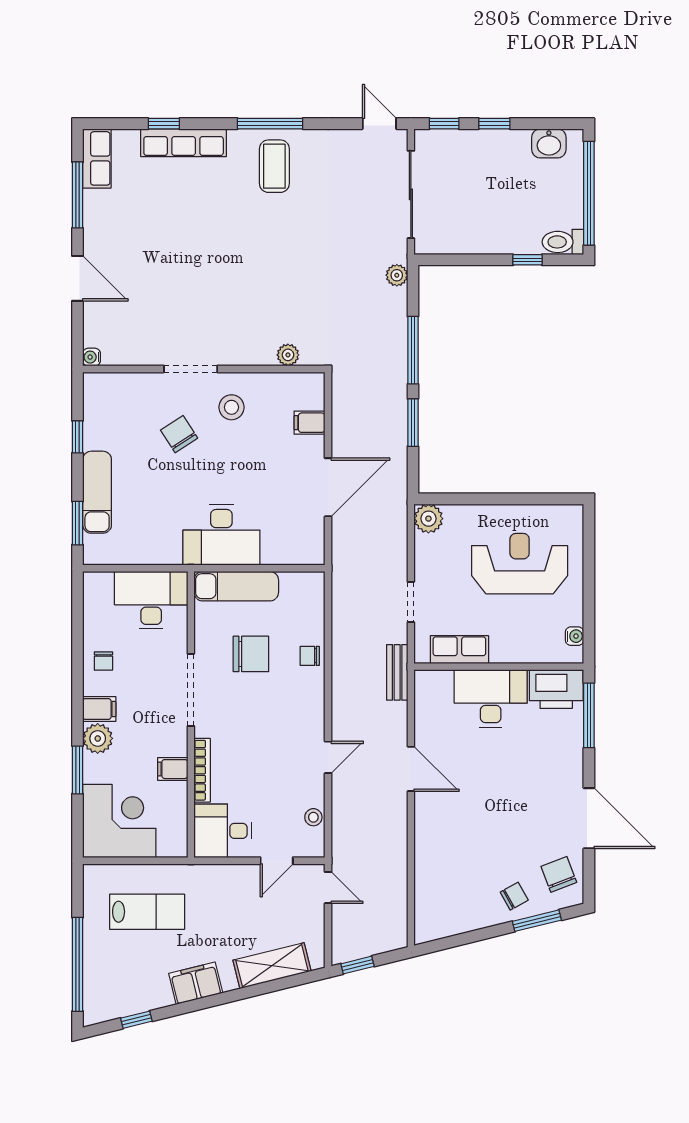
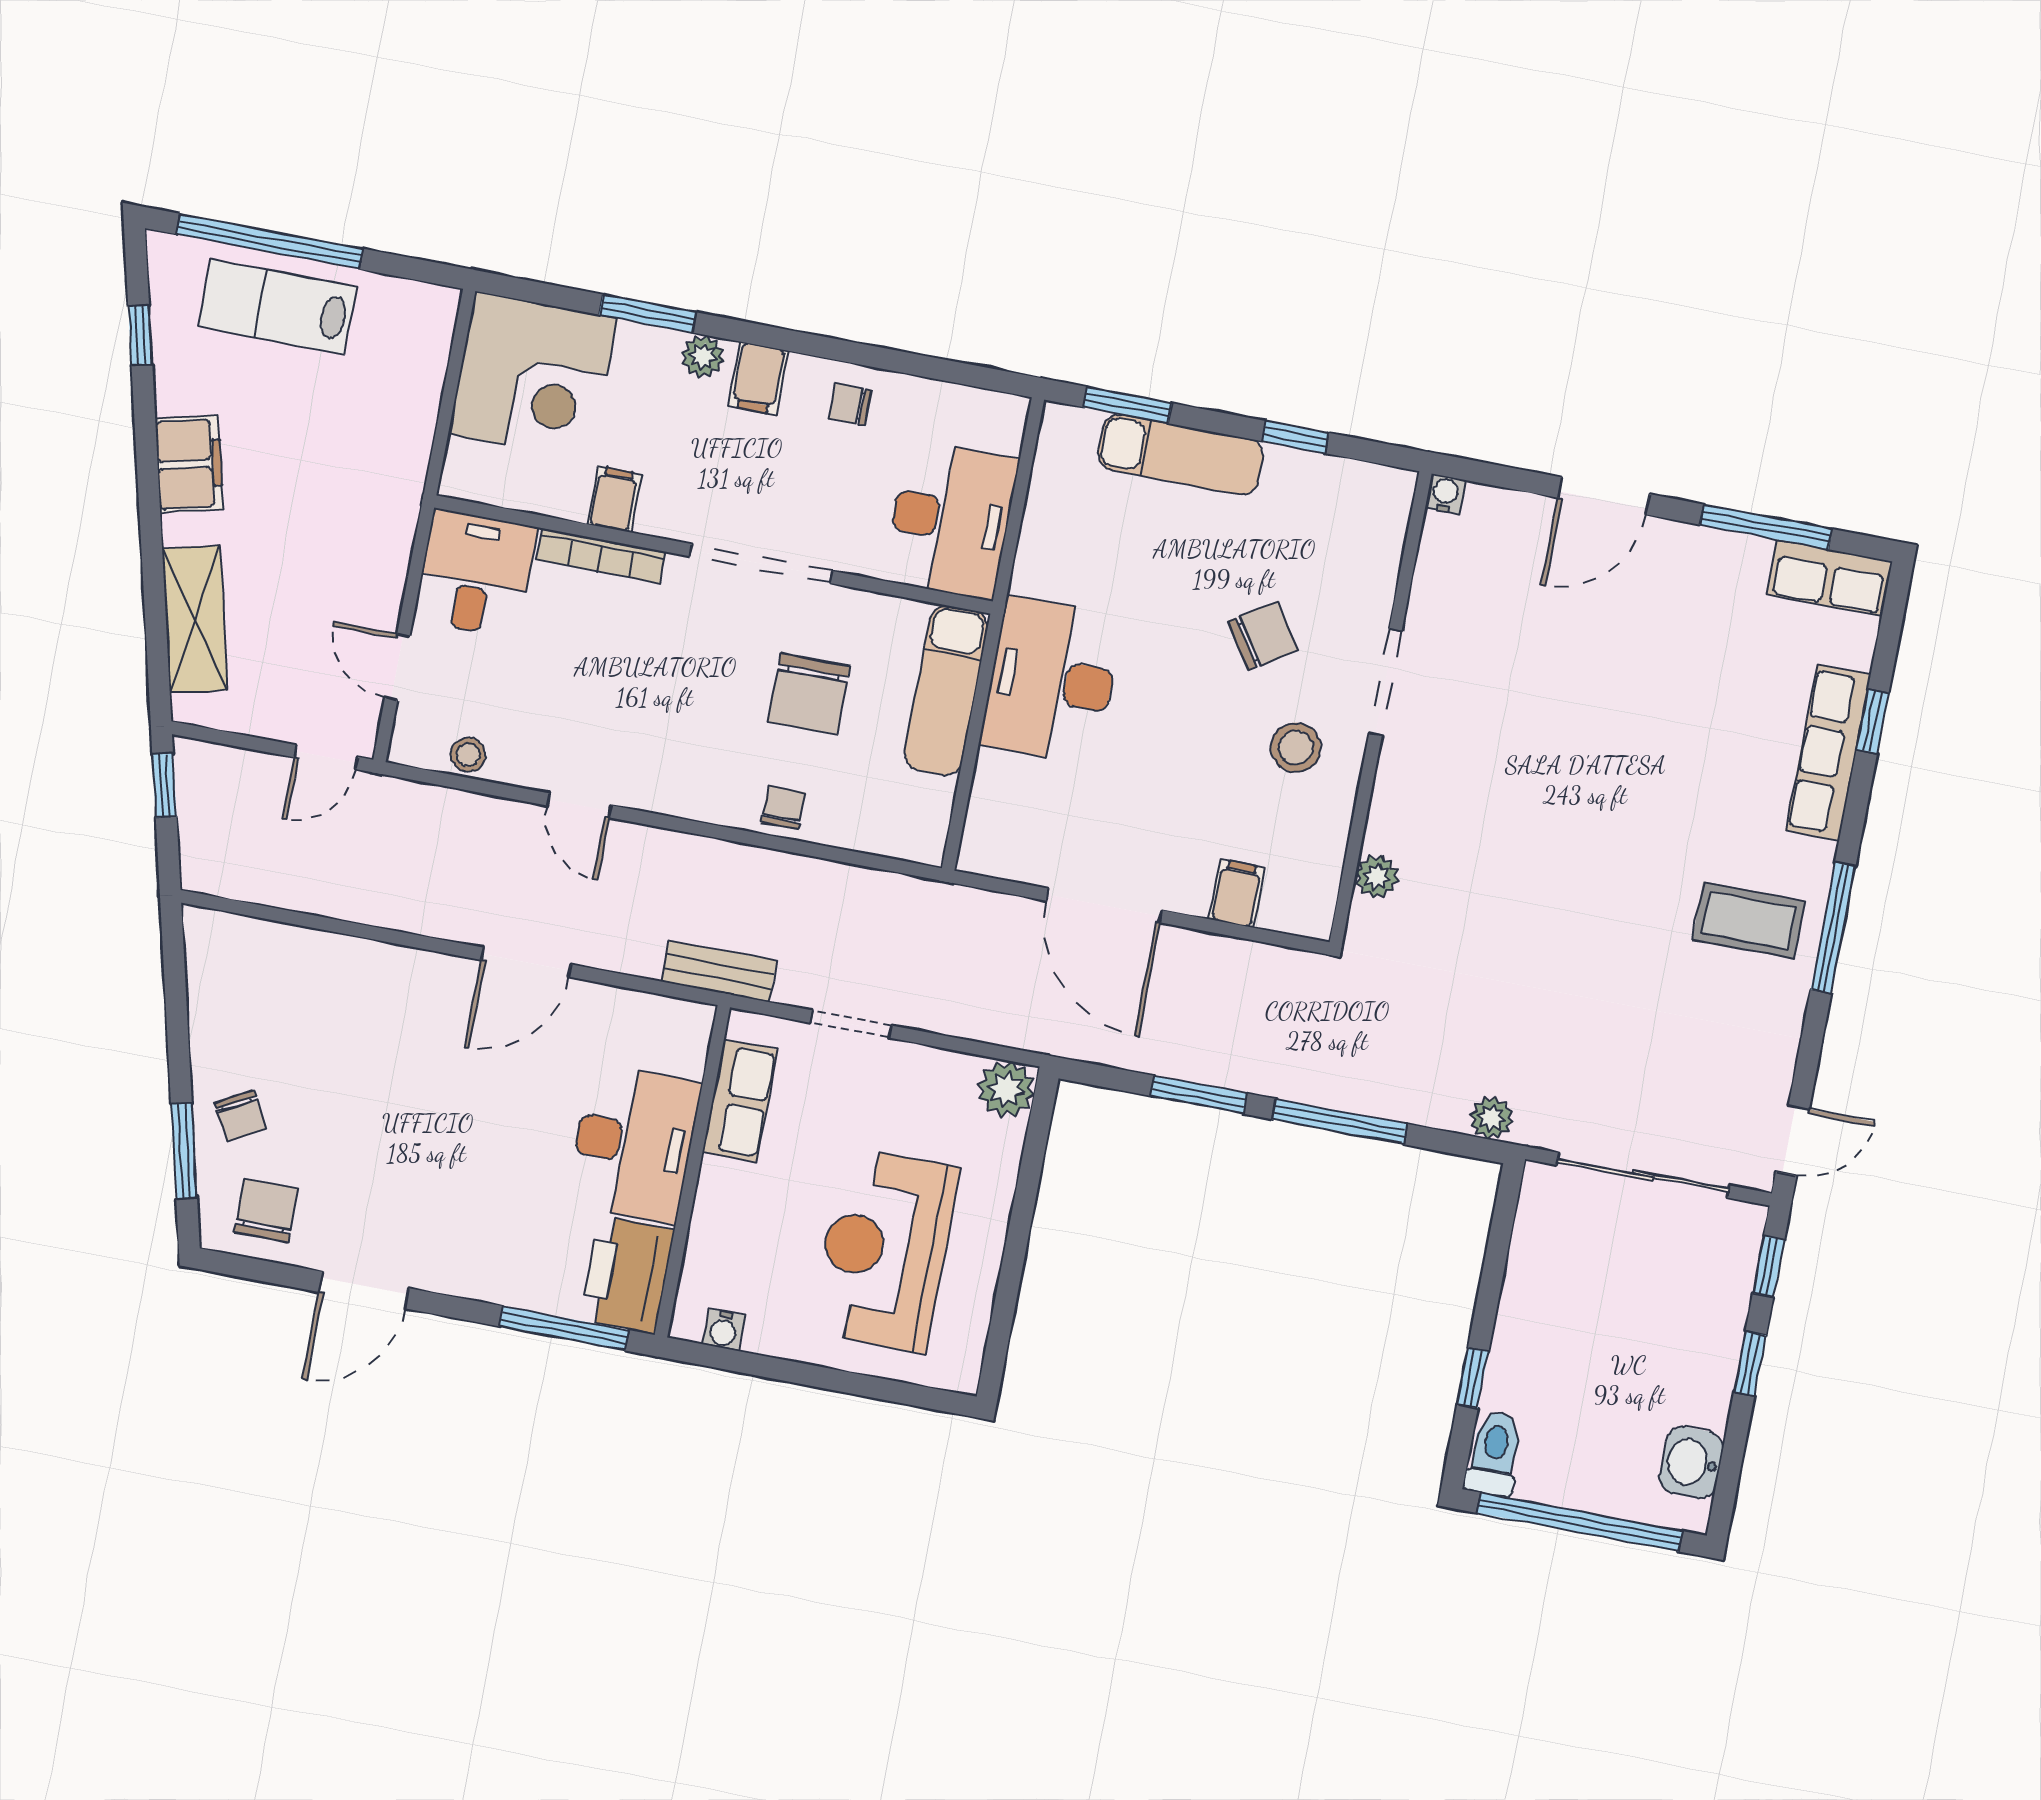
reception desk: (520, 564) -> (885, 1250), turned 180
plant: (98, 738) -> (703, 356), width x0.73, depth x0.73
door: (589, 818) -> (364, 1290), width x0.73
chair: (559, 874) -> (266, 1211), turned -69
lab bench: (147, 912) -> (278, 307), moved, turned 90

